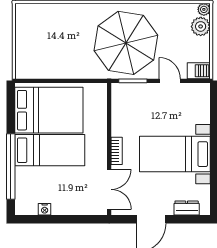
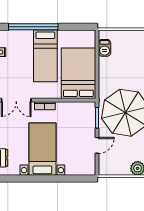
barbecue: (199, 71) -> (105, 48), moved
bed: (49, 110) -> (78, 73), moved, turned 180

